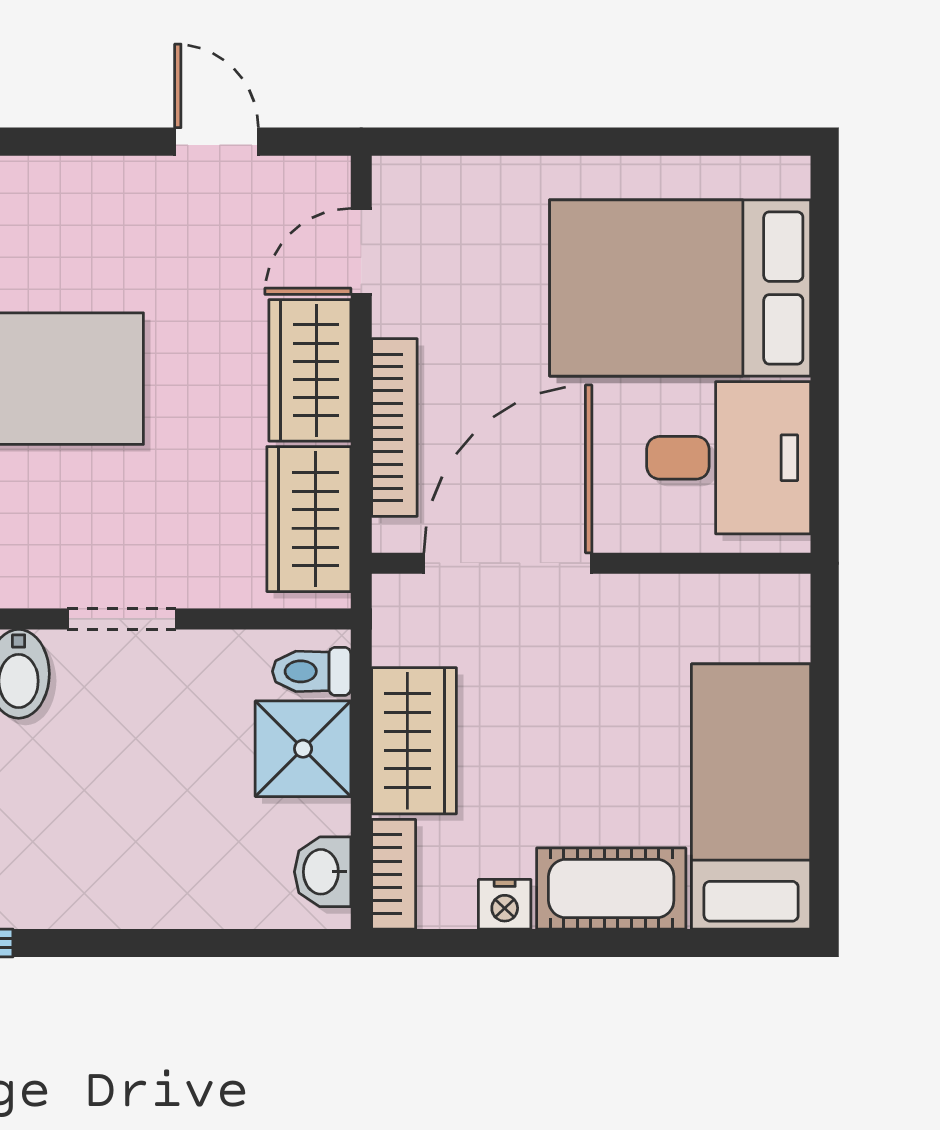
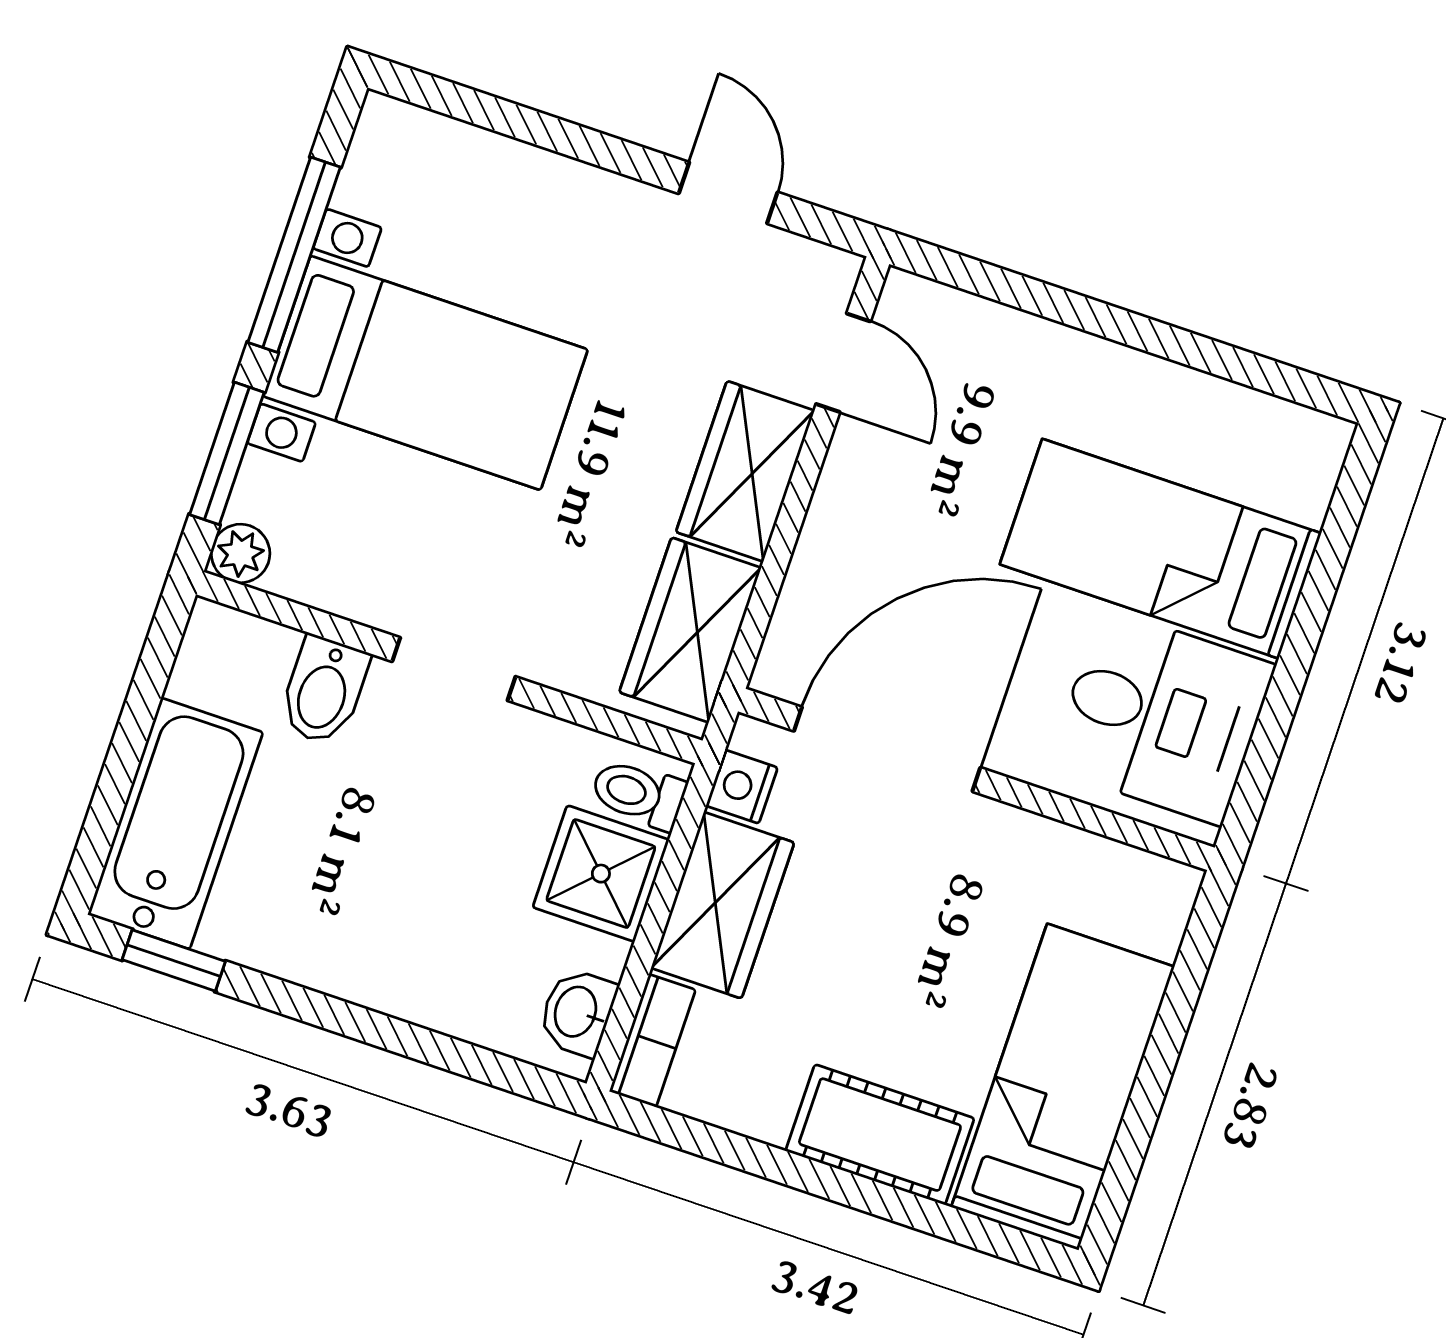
door: (361, 251) -> (843, 363), swing flipped
bed: (680, 288) -> (1161, 549), width x0.67
bookcase: (394, 428) -> (815, 563), removed
nightstand: (505, 904) -> (742, 787), moved, turned 90

